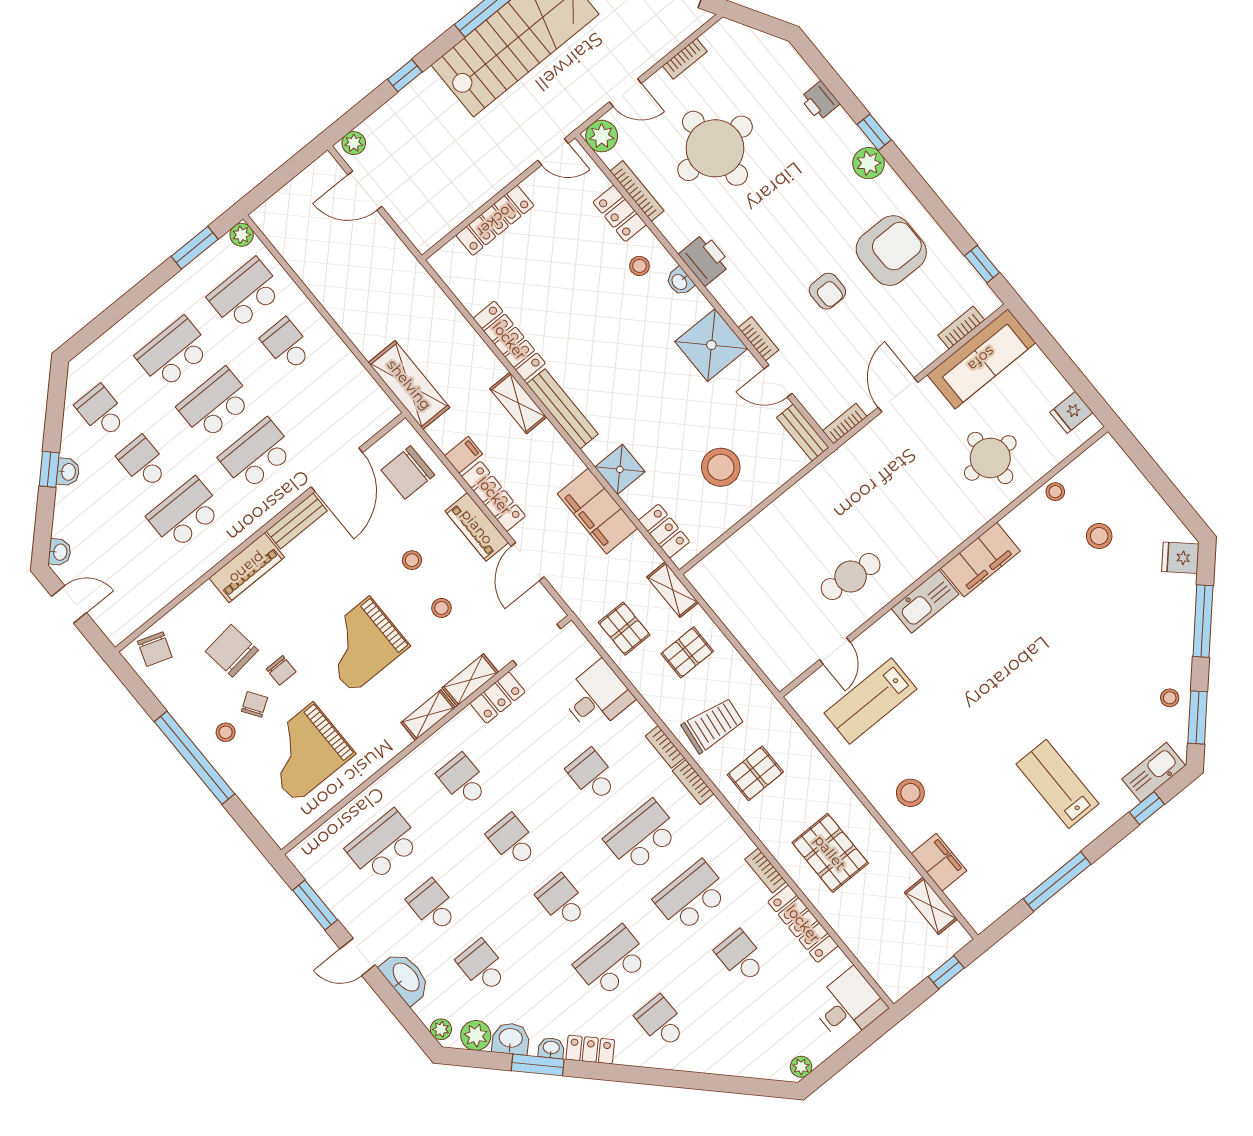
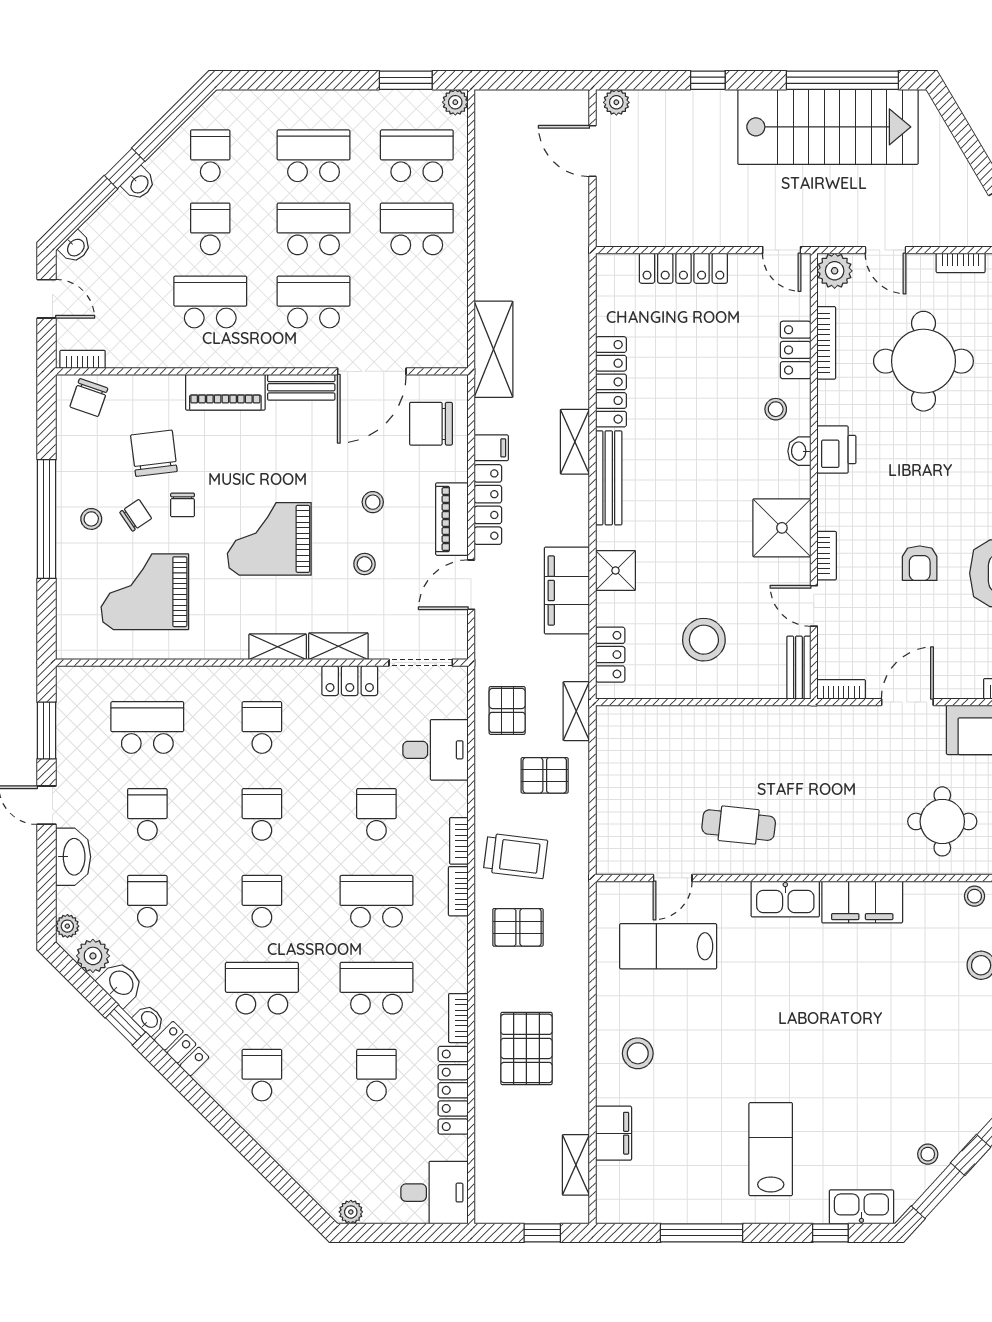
school desk: (287, 345) -> (417, 229), width x1.85
bookcase: (129, 626) -> (83, 359), added
window: (538, 1065) -> (125, 1025), width x0.67

